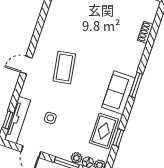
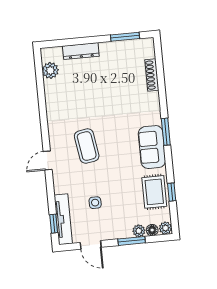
shoe rack: (145, 32) -> (152, 75), width x1.43

